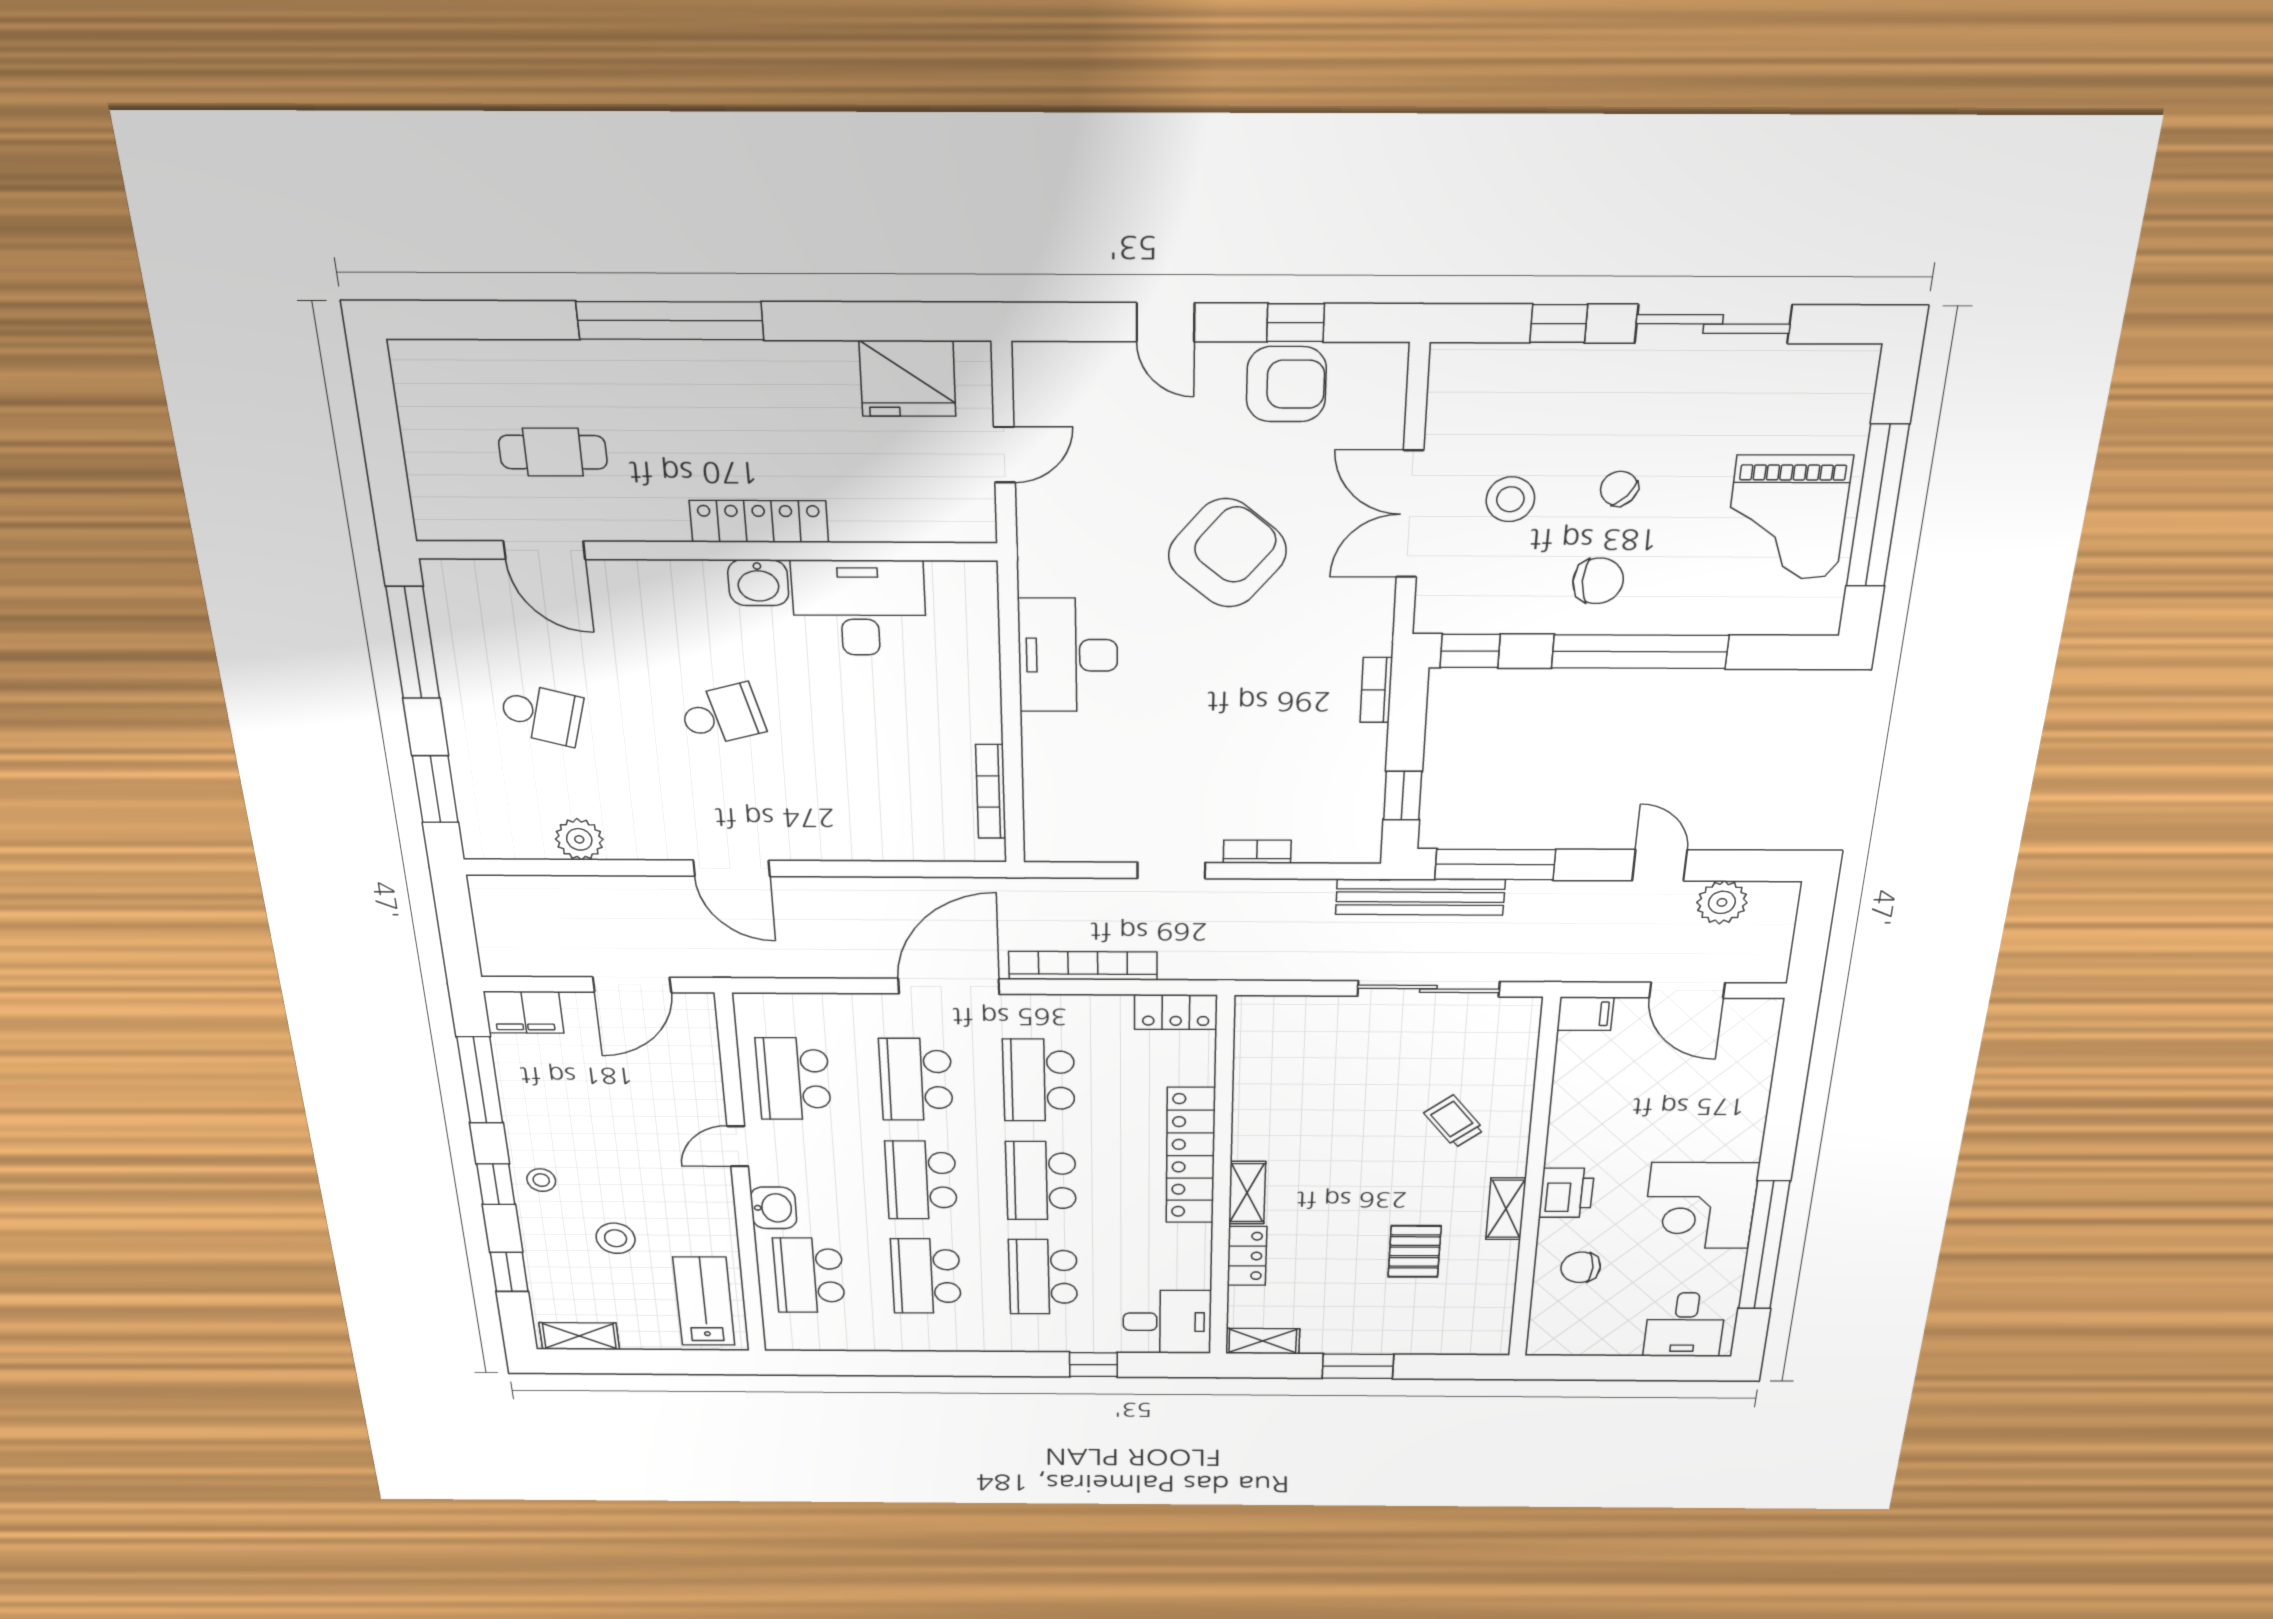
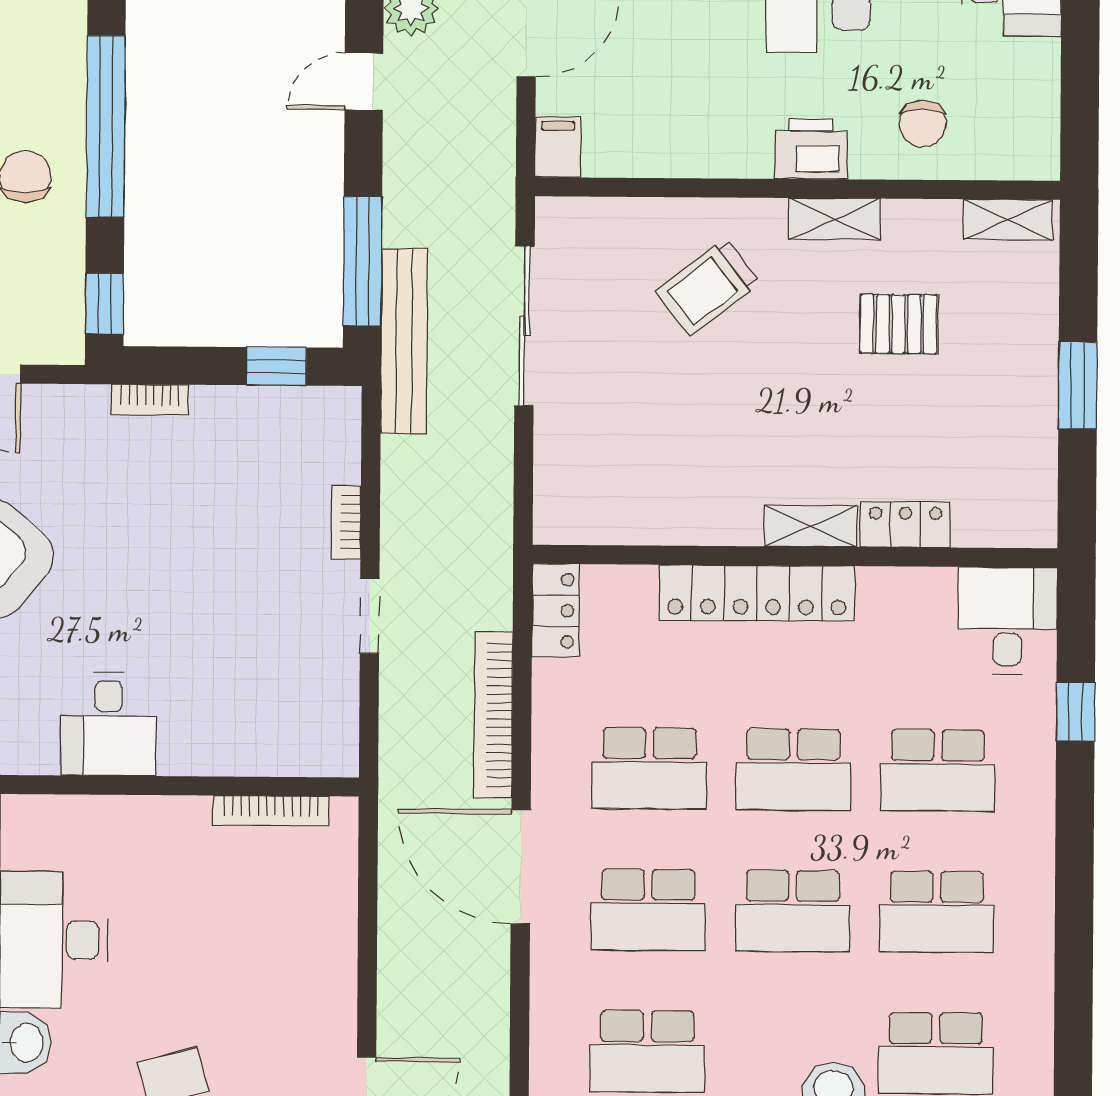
desk: (1068, 655) -> (108, 724), width x0.73
trolley: (1454, 1121) -> (708, 287), width x1.36, depth x1.39
shelving: (1263, 1341) -> (1008, 220), moved, turned 90

